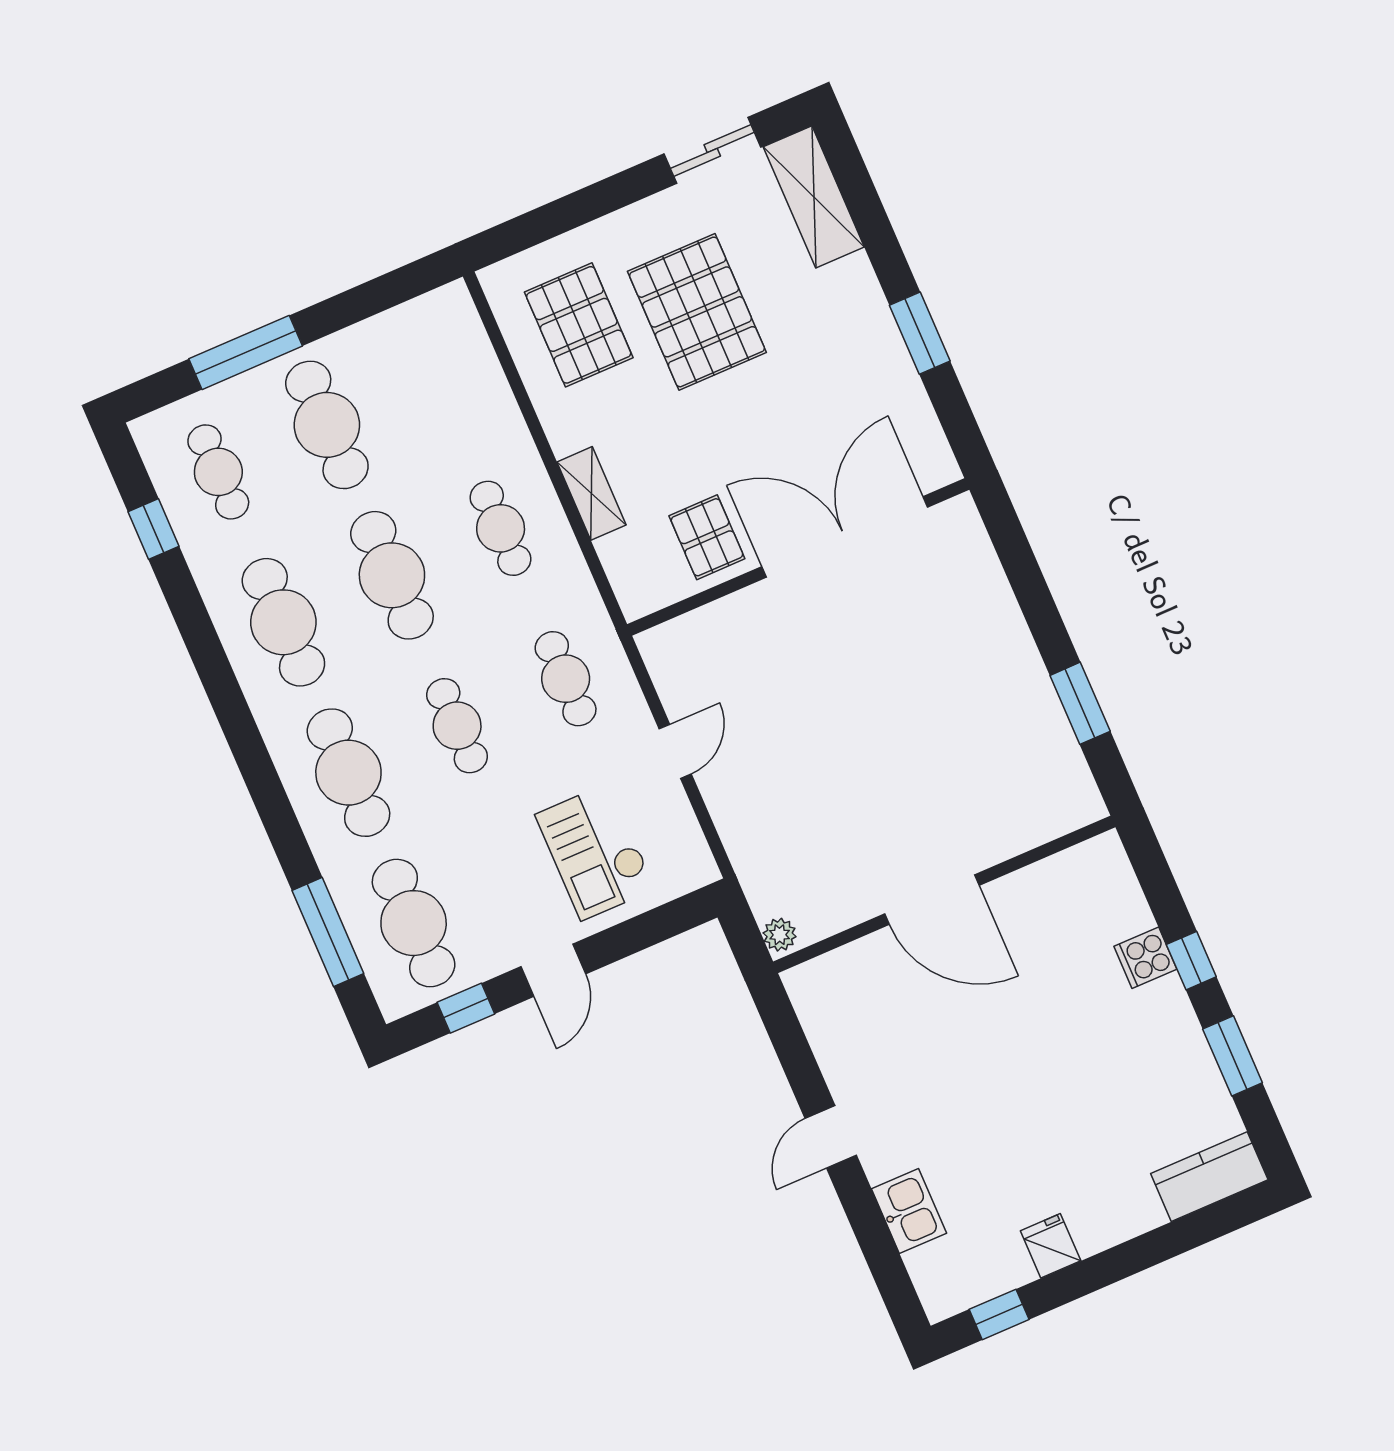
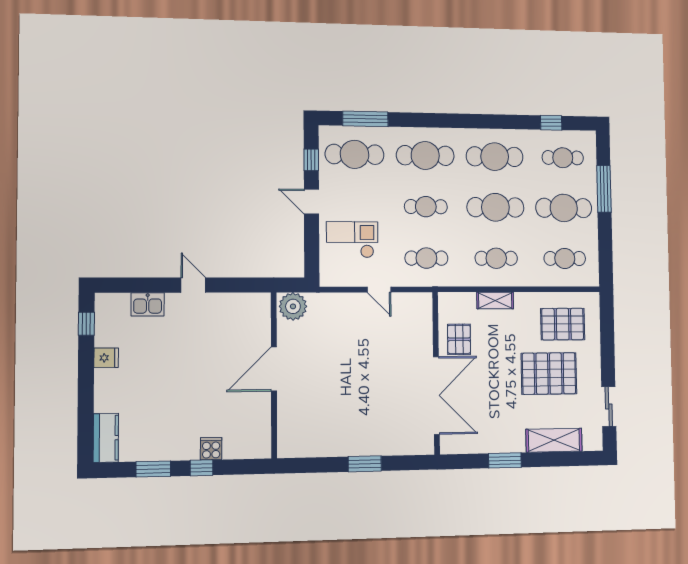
shelving: (814, 197) -> (554, 440), moved
cafe table: (435, 378) -> (565, 258), added
pallet: (707, 537) -> (459, 339), turned 90
window: (1080, 703) -> (365, 464), moved
plant: (780, 935) -> (293, 306), width x1.88, depth x1.88

